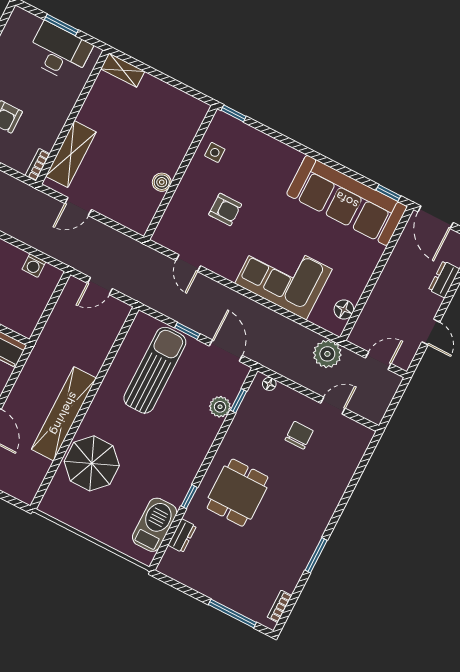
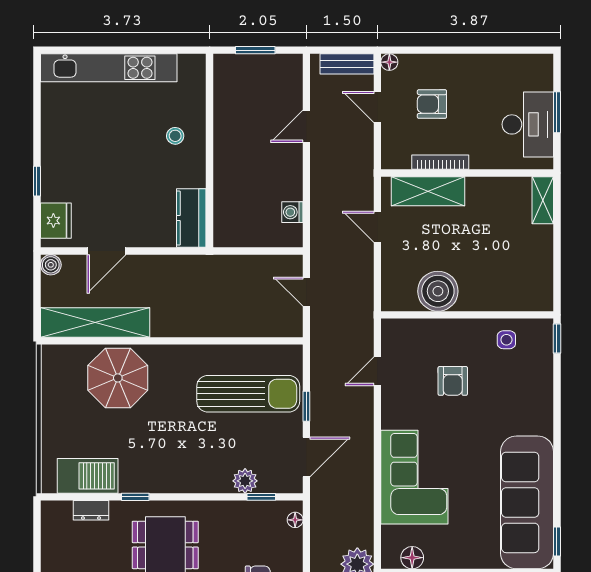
bookcase: (38, 165) -> (440, 162), moved, width x1.56
boiler: (162, 182) -> (438, 291), width x1.86, depth x1.86
shelving: (64, 414) -> (95, 322), moved

